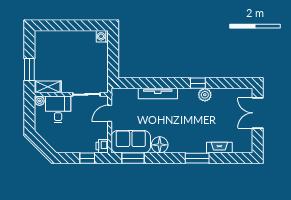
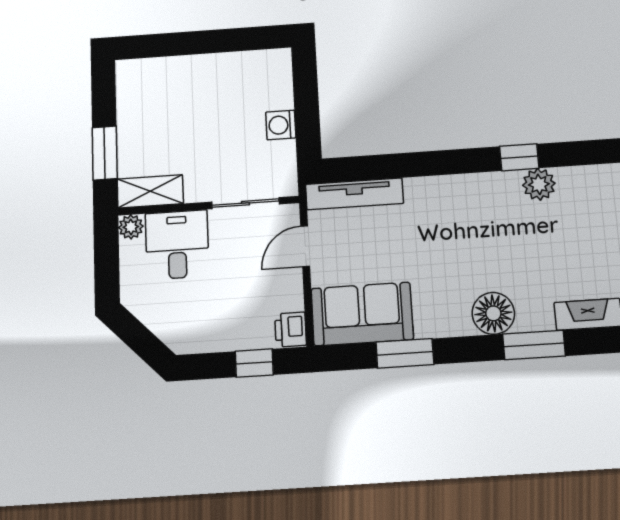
washing machine: (102, 36) -> (281, 125), moved
tv unit: (158, 94) -> (354, 194), moved
floor lamp: (160, 145) -> (493, 313), moved
window: (133, 158) -> (405, 353), moved

